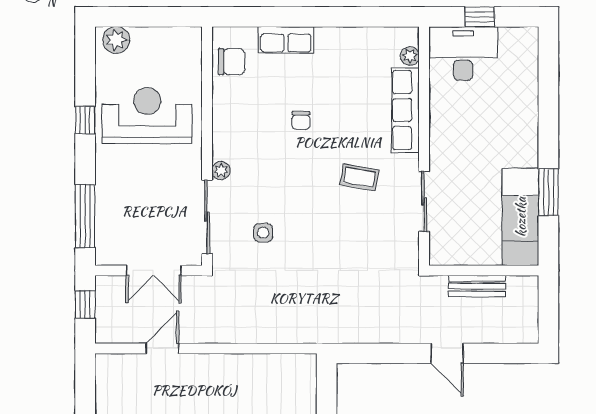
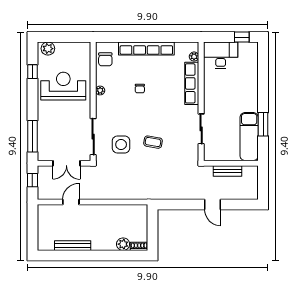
window: (480, 17) -> (242, 37), moved
row of seats: (286, 40) -> (146, 48), width x2.02
chair: (232, 62) -> (105, 59), turned 90
window: (85, 120) -> (32, 72), moved
plant: (221, 171) -> (100, 90), moved
coffee table: (359, 177) -> (153, 142), moved
side table: (263, 233) -> (121, 144), width x1.87, depth x1.87

